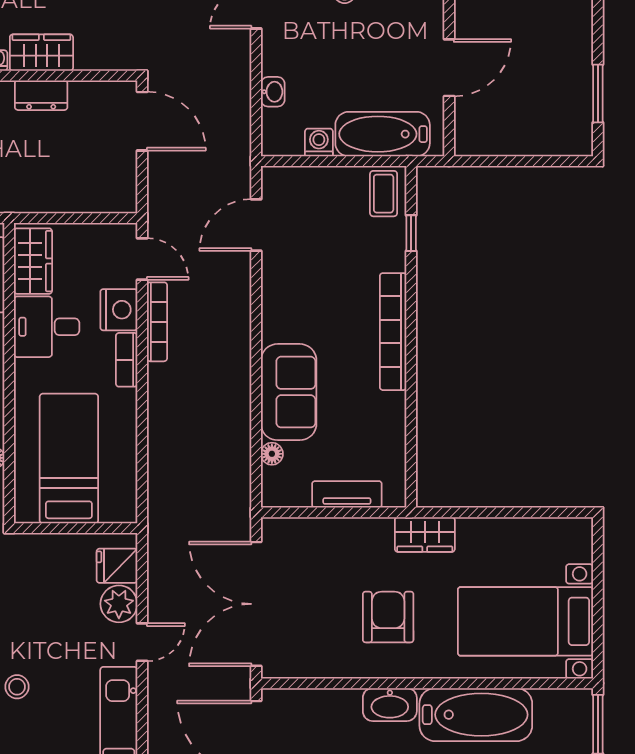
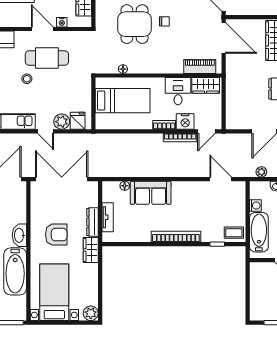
plant: (239, 128) -> (261, 172), added
dresser: (358, 530) -> (92, 222), added
plant: (576, 535) -> (91, 313), added

